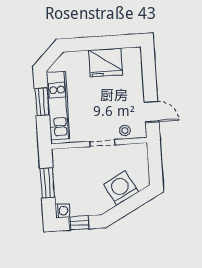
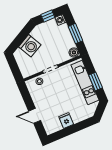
fridge: (106, 63) -> (66, 120), width x0.53, depth x0.75
door: (152, 112) -> (35, 116), moved
boiler: (59, 156) -> (74, 52), added

